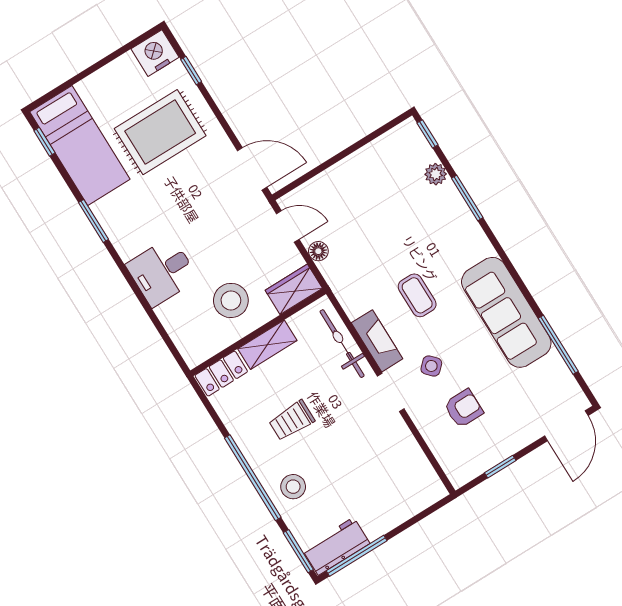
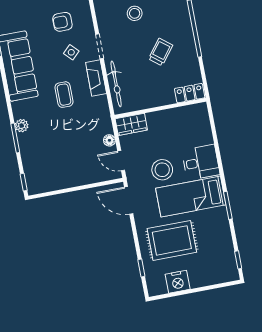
nightstand: (155, 53) -> (178, 282), moved
bed: (80, 145) -> (191, 197), moved, turned -90
plant: (436, 174) -> (22, 126), moved
stool: (231, 300) -> (162, 170), moved
shelving: (267, 345) -> (158, 99), removed
trolley: (292, 421) -> (161, 52), turned -52
stool: (293, 487) -> (135, 13), moved

